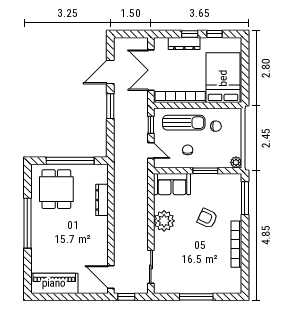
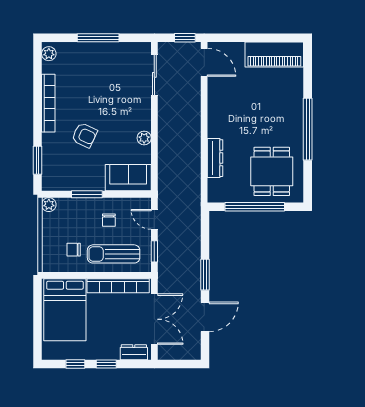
dresser: (184, 43) -> (134, 352), moved, width x0.70
window: (245, 198) -> (38, 160), width x0.69
plant: (164, 221) -> (144, 138), width x0.53, depth x0.53
plant: (236, 284) -> (49, 54), added

